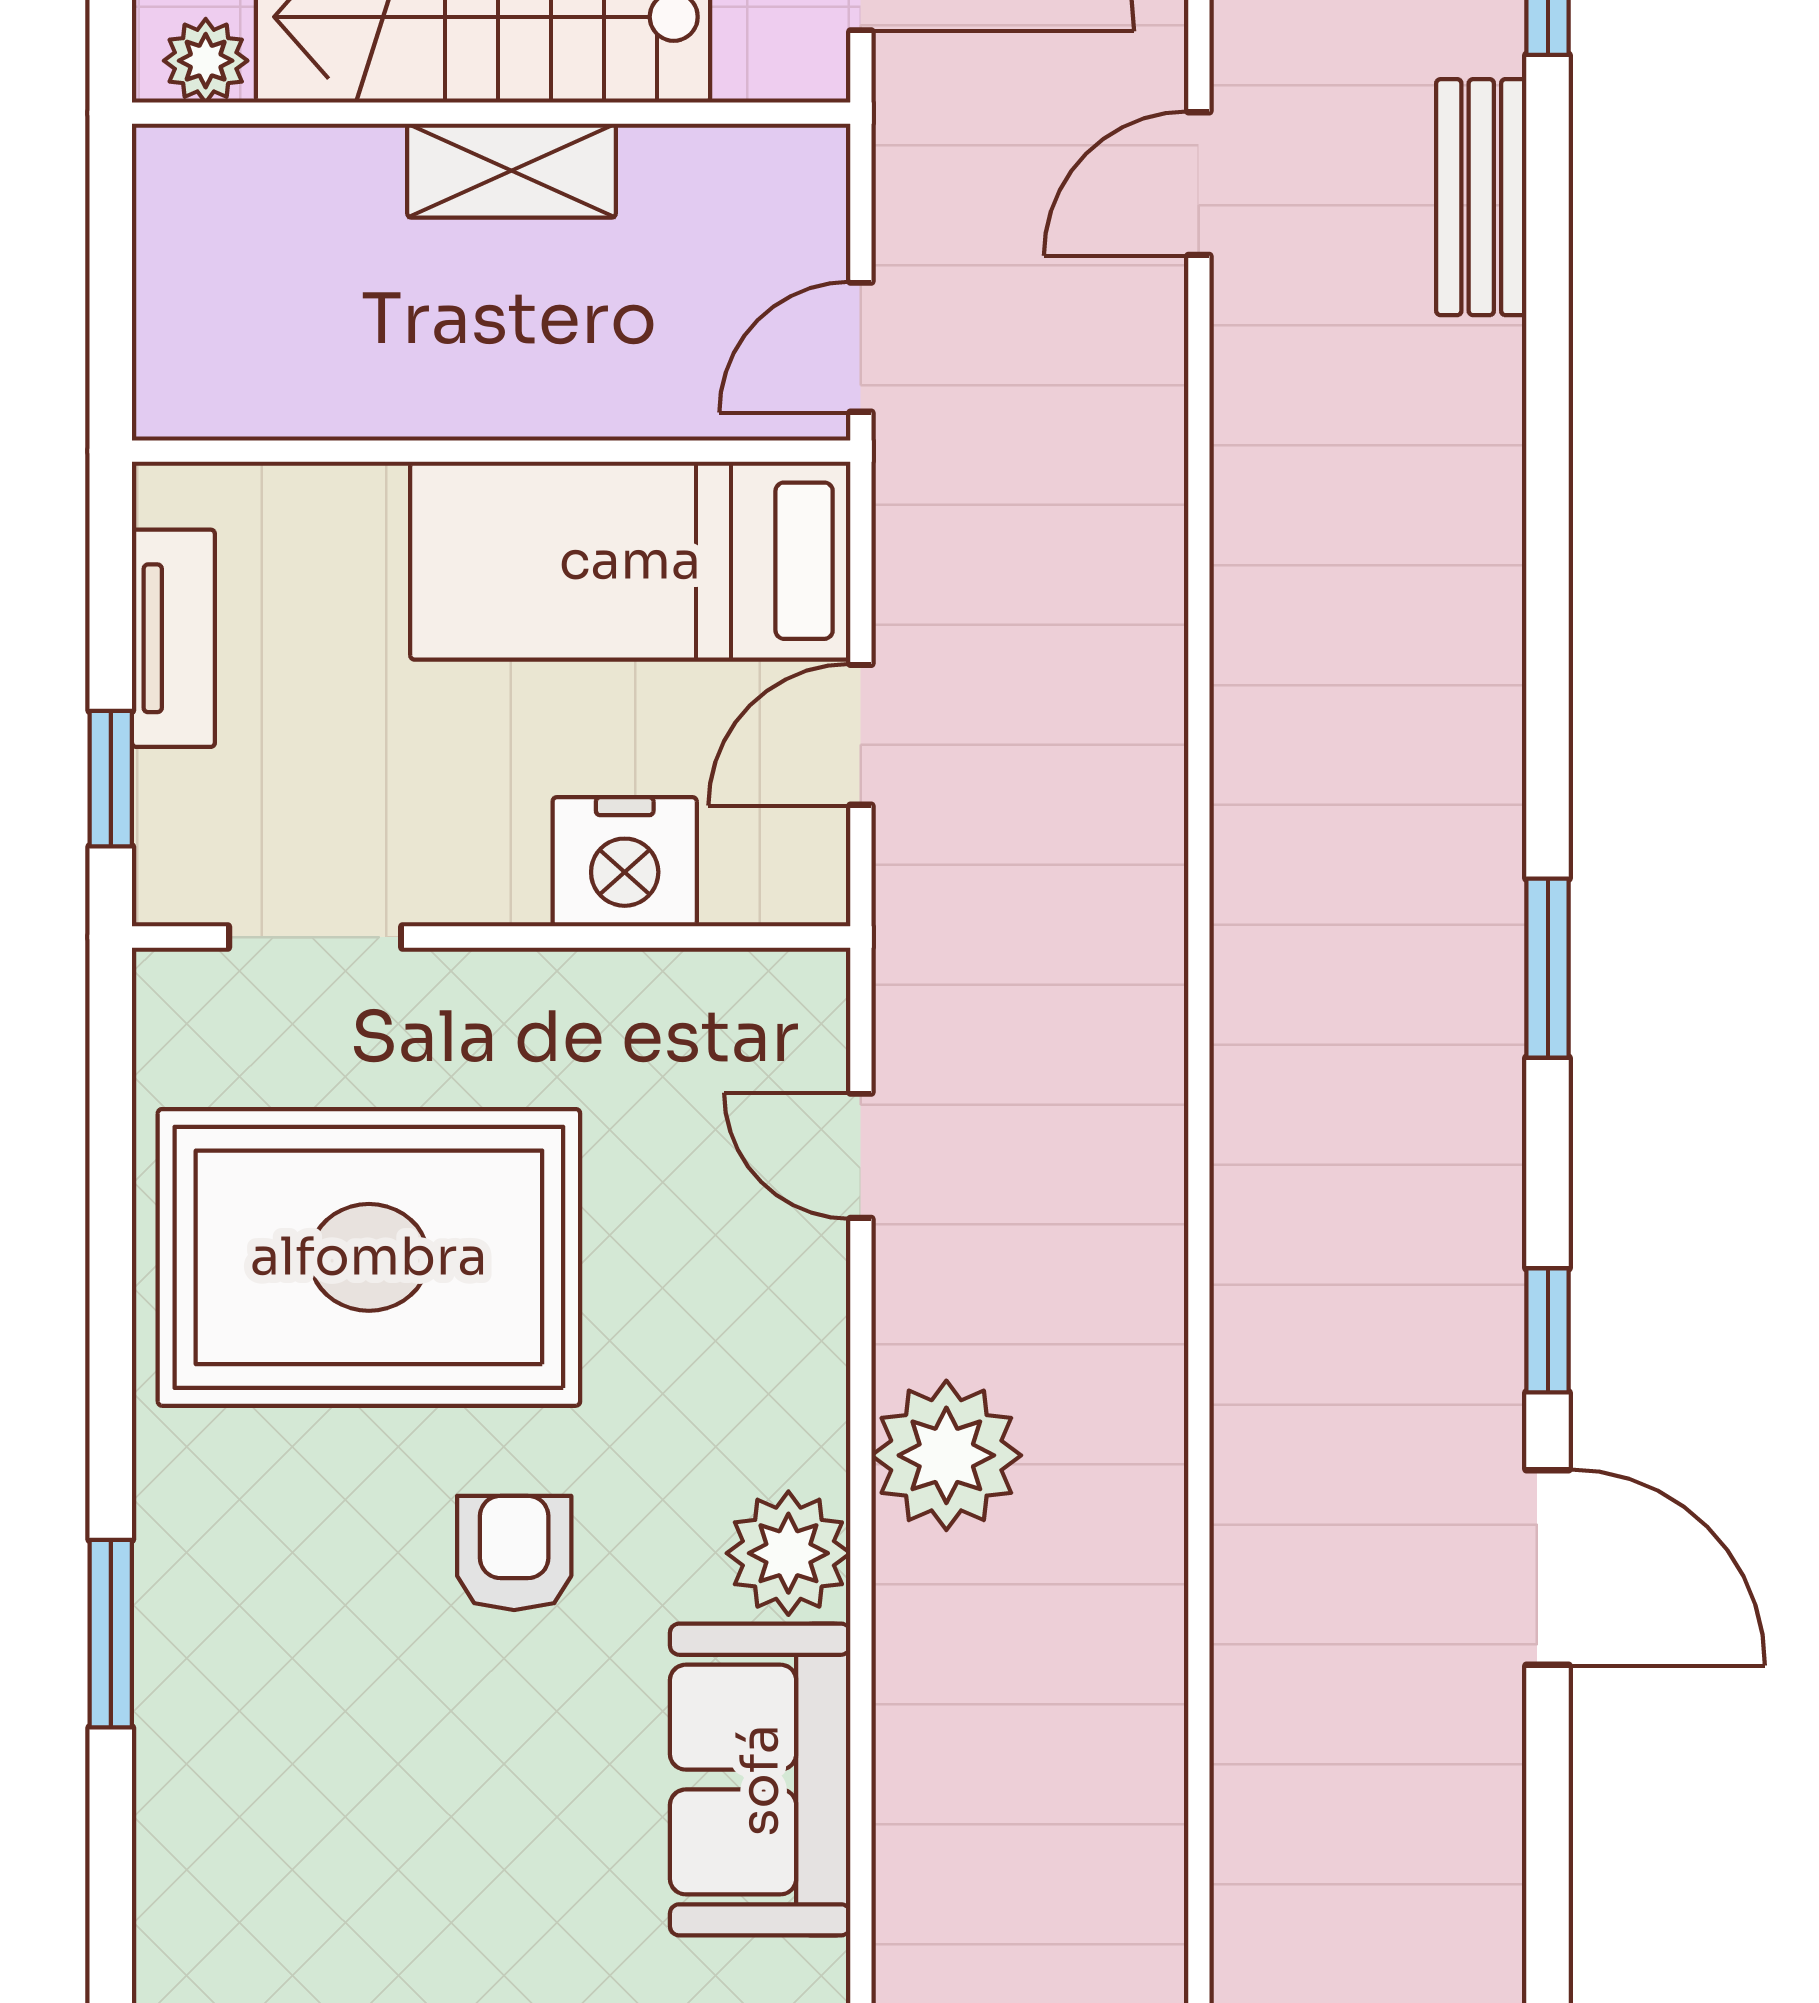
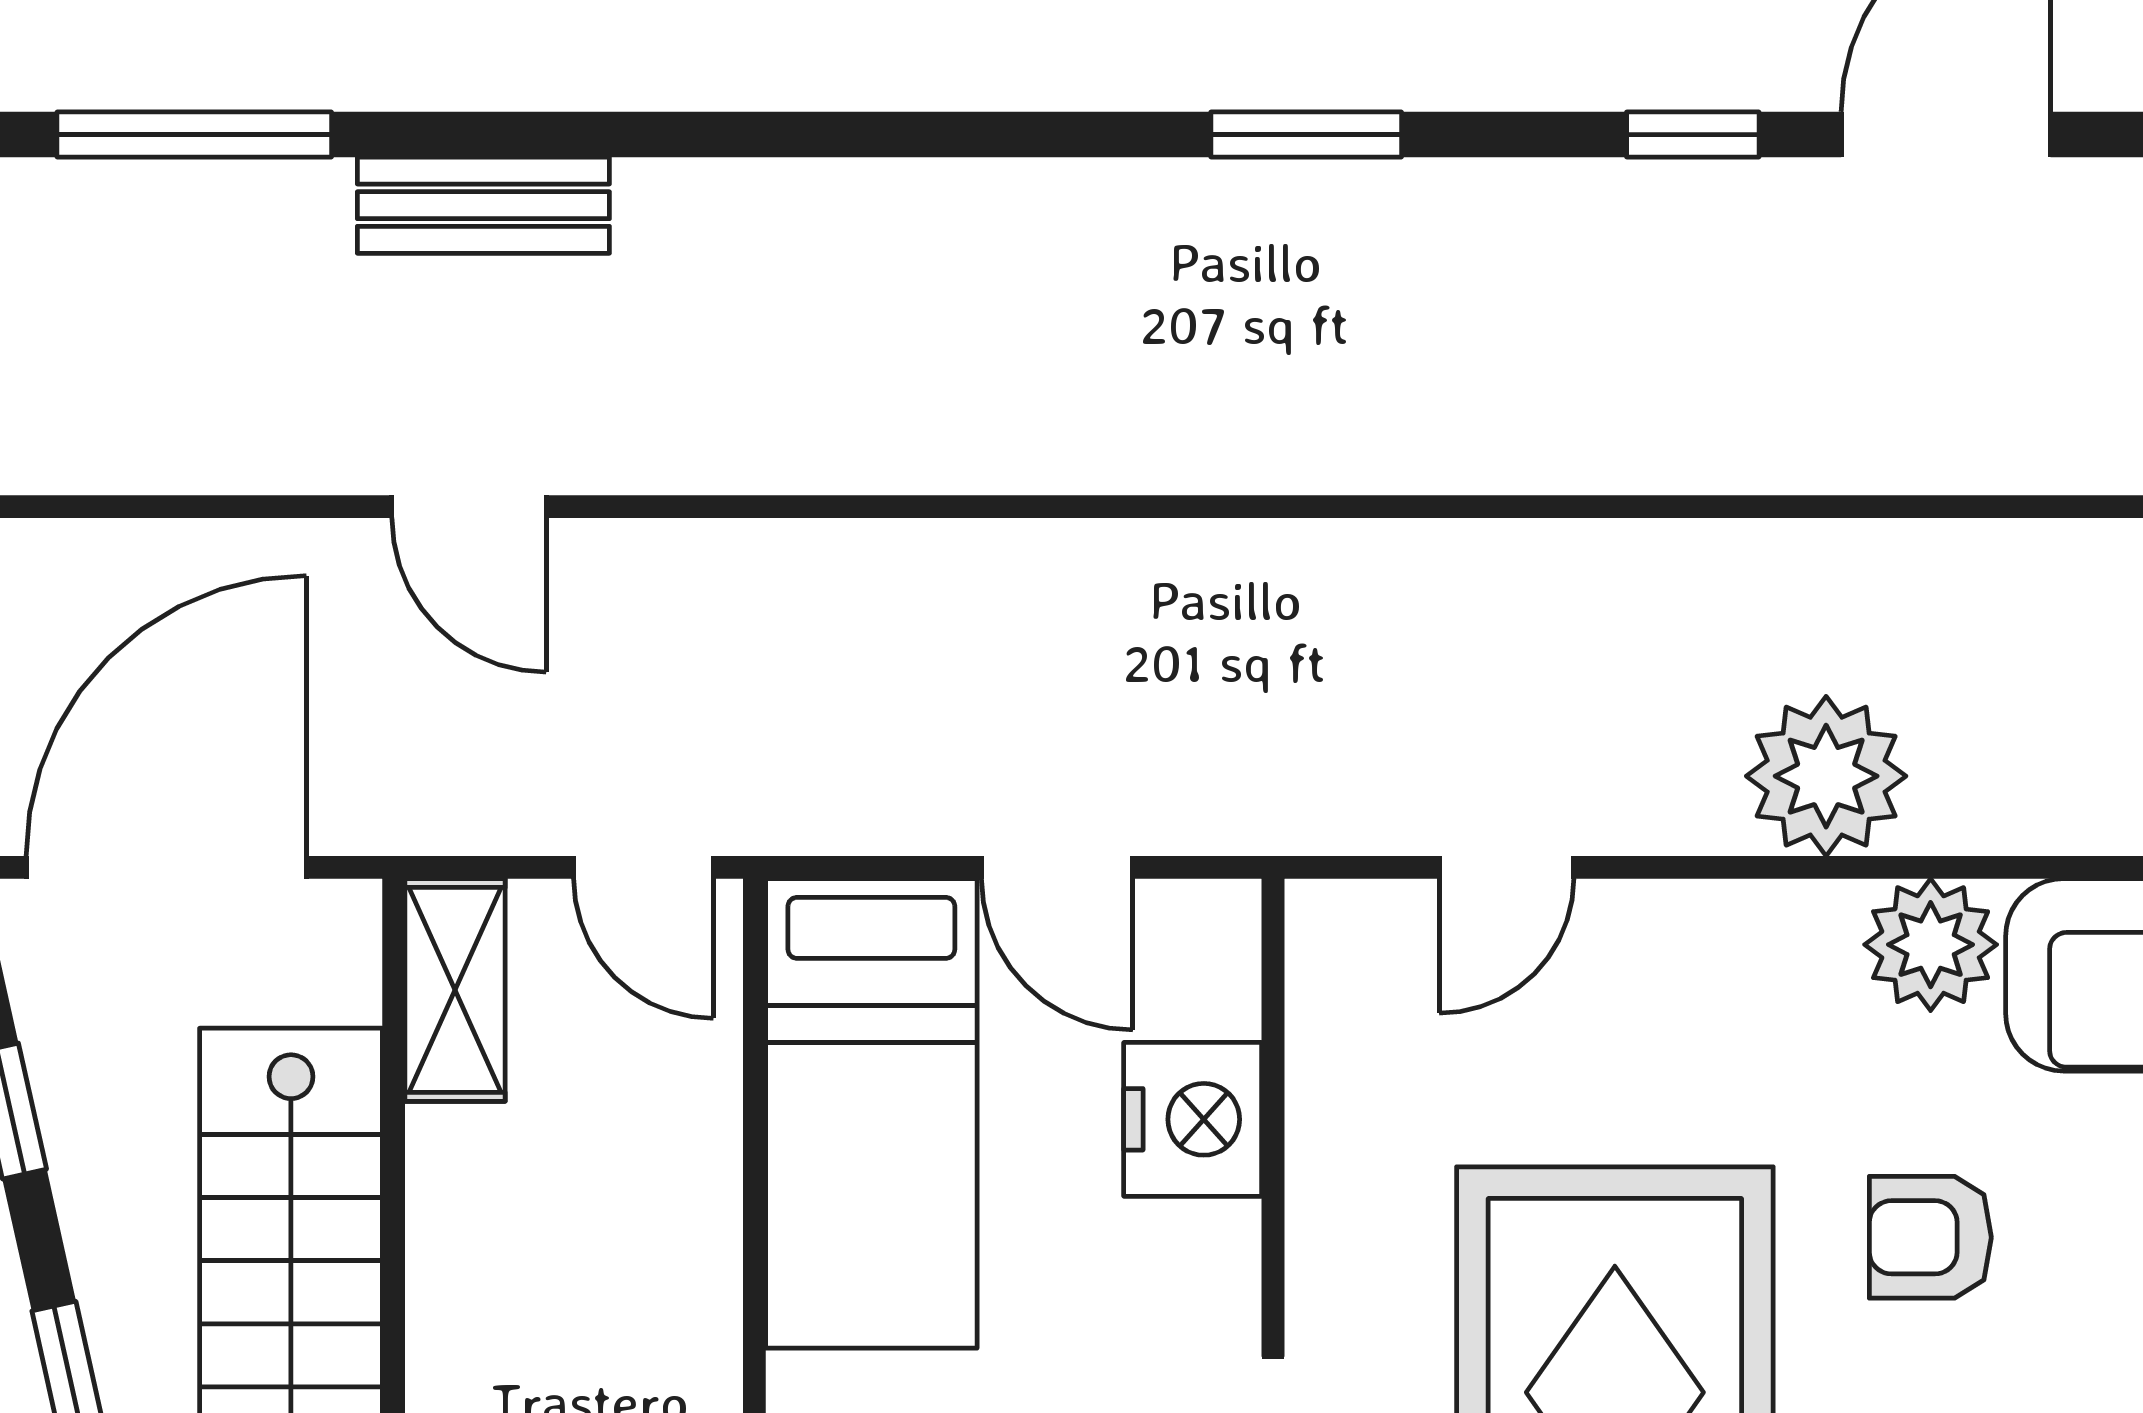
shelving: (512, 171) -> (455, 990), moved

